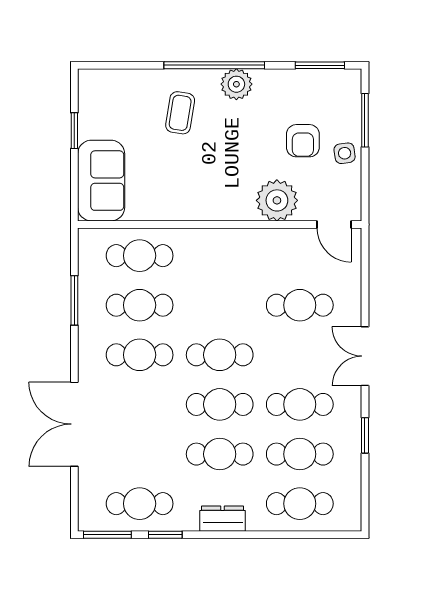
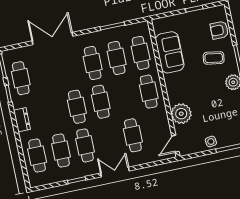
armchair: (303, 141) -> (219, 30), moved
sofa: (101, 181) -> (170, 52), moved, turned -90
cafe table: (220, 454) -> (149, 92), moved

